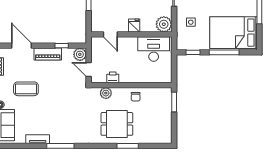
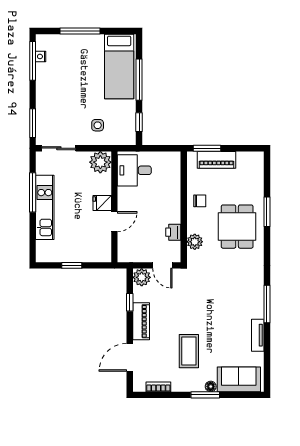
bed: (234, 33) -> (119, 67), width x0.67
door: (110, 34) -> (114, 222), moved
desk: (154, 49) -> (134, 170), width x0.73
door: (89, 69) -> (162, 265), hinge flipped
piano: (166, 109) -> (216, 160), added

